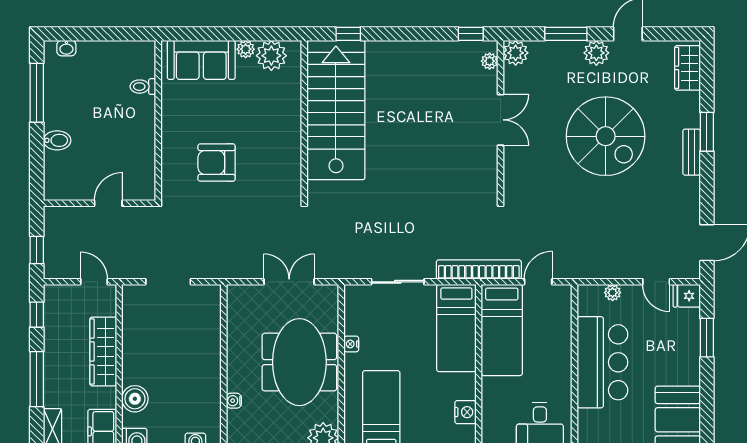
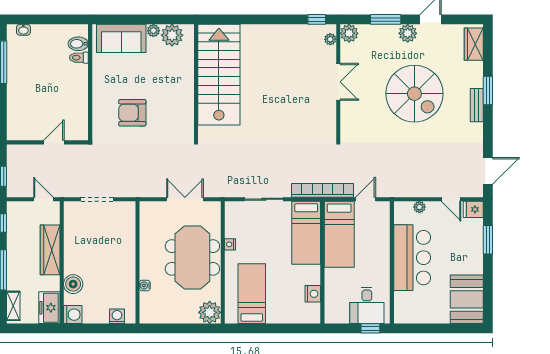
window: (348, 34) -> (228, 19), removed
bidet: (57, 140) -> (78, 44), moved, turned 180

